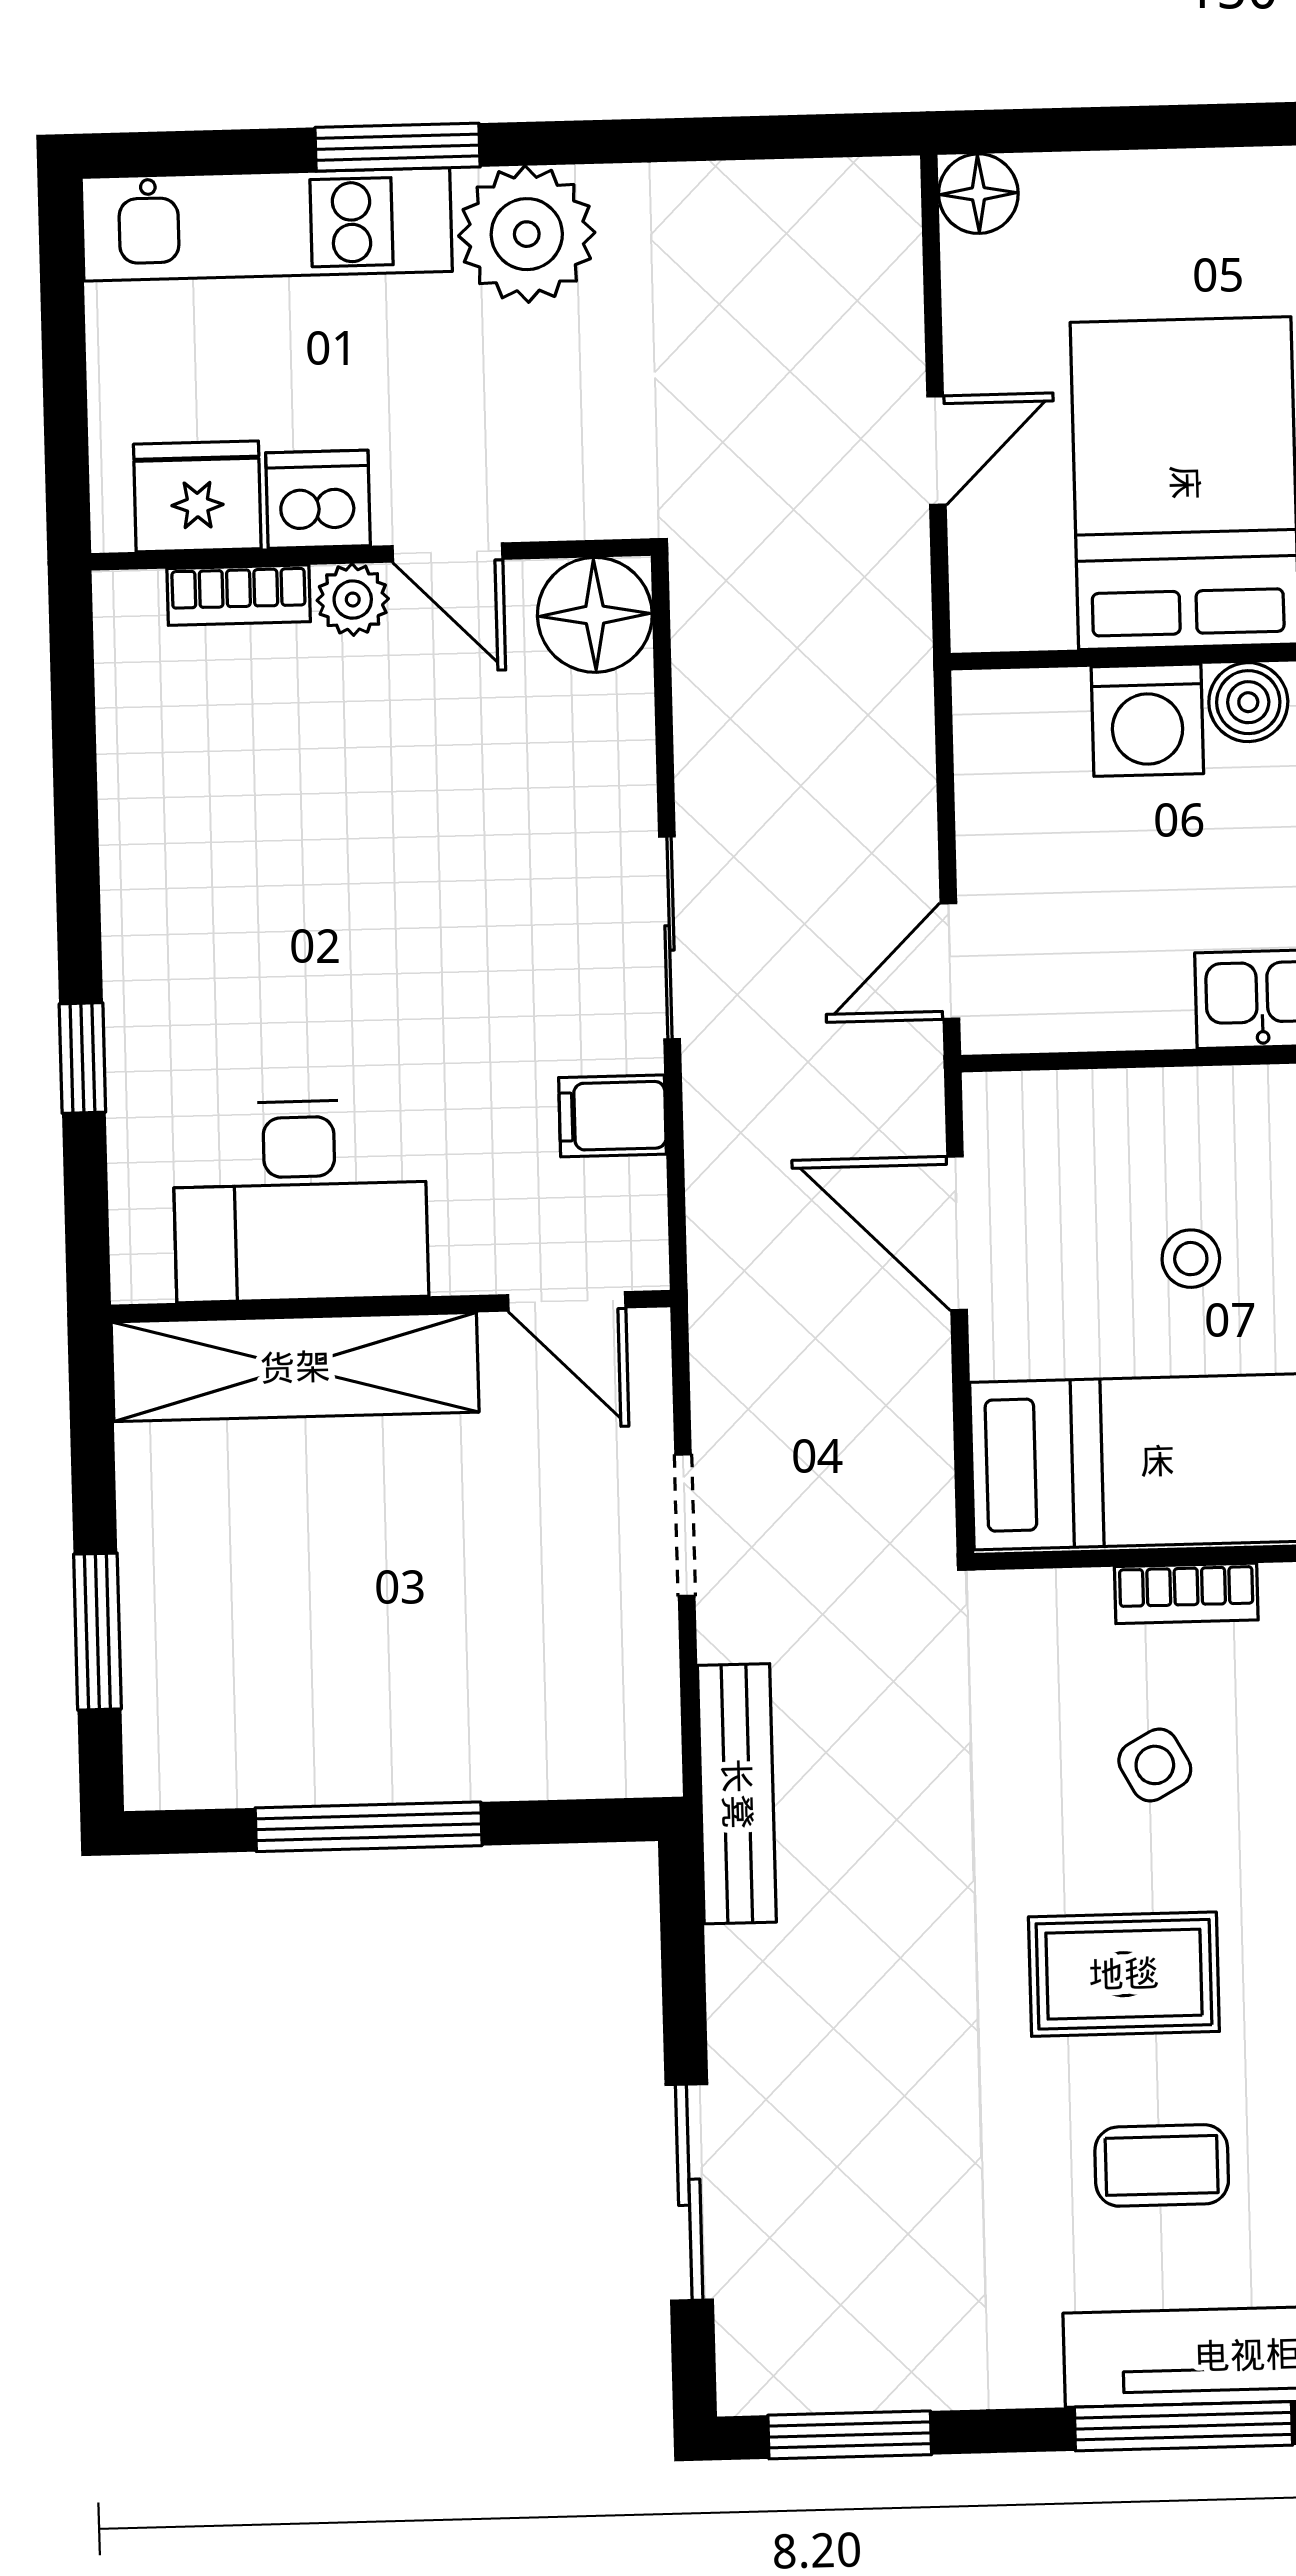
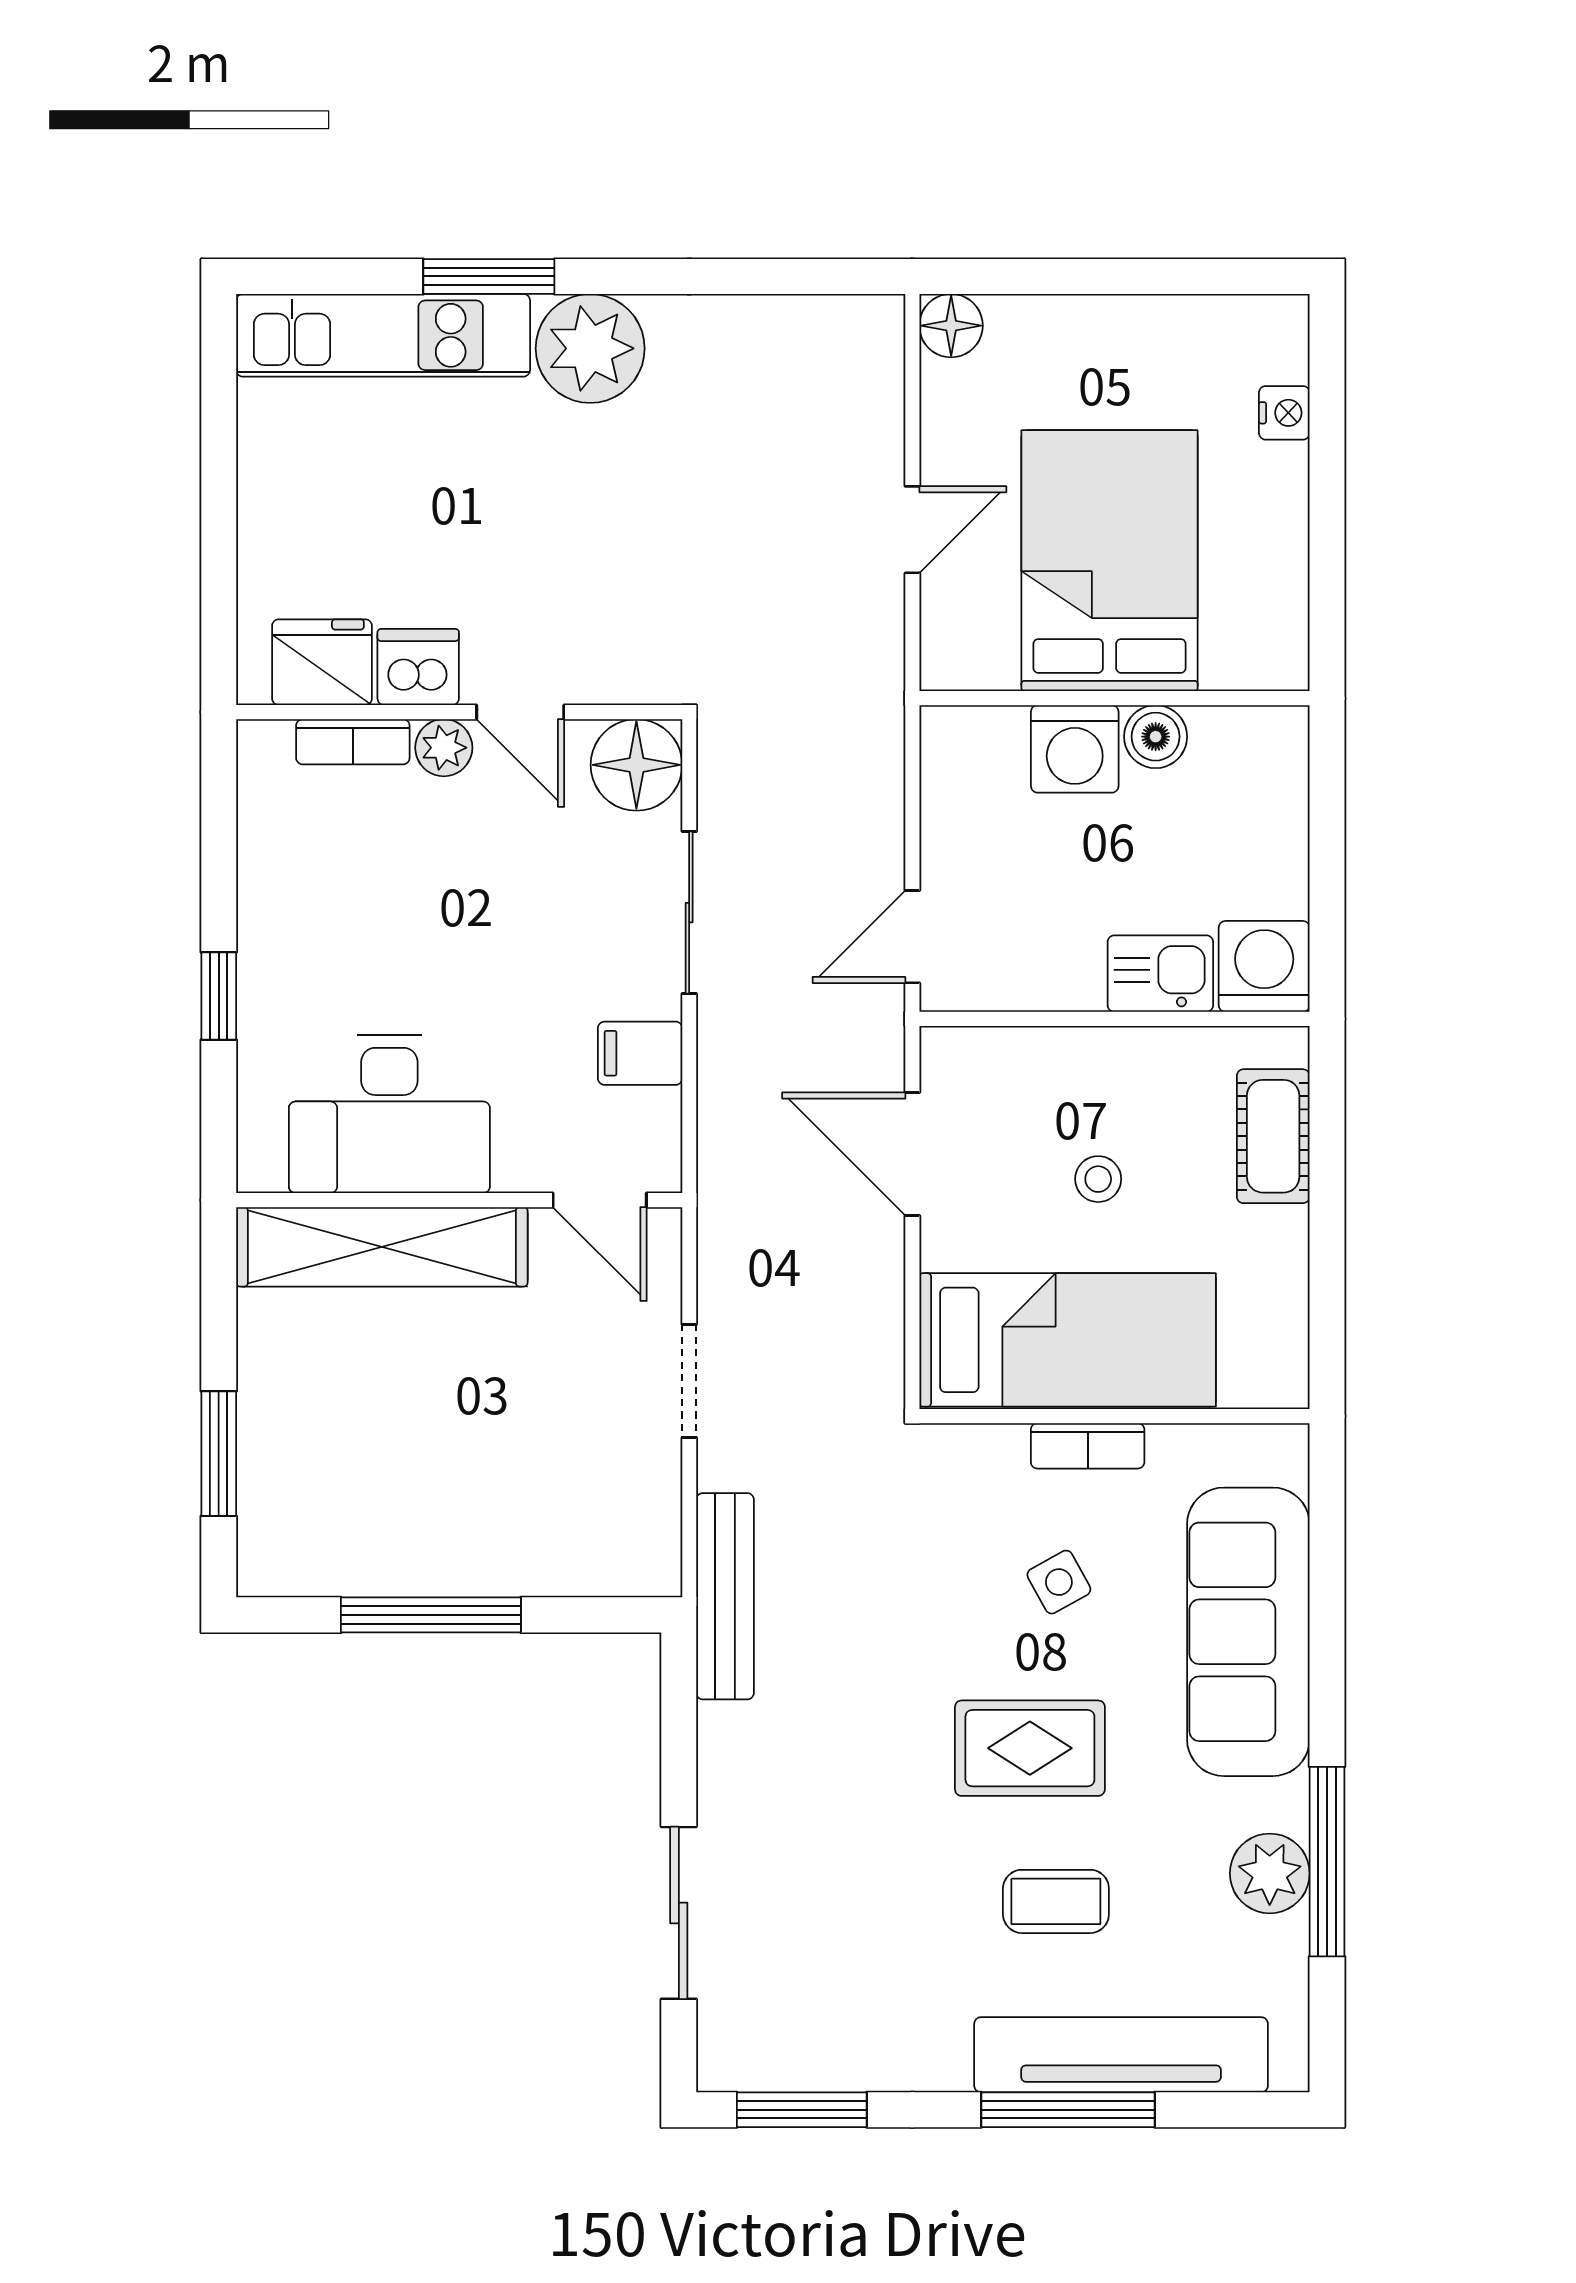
fridge: (197, 496) -> (322, 662), moved
dishwasher: (318, 499) -> (418, 667), moved
door: (447, 552) -> (520, 712), moved
wall: (371, 554) -> (459, 712), moved
bookcase: (239, 595) -> (353, 742), moved
plant: (353, 600) -> (444, 748), moved
floor lamp: (595, 615) -> (636, 765), moved

